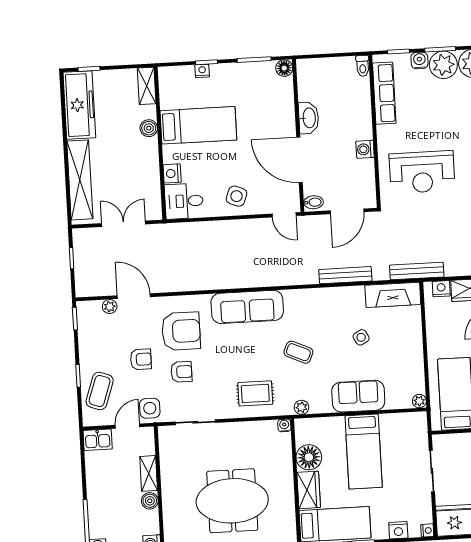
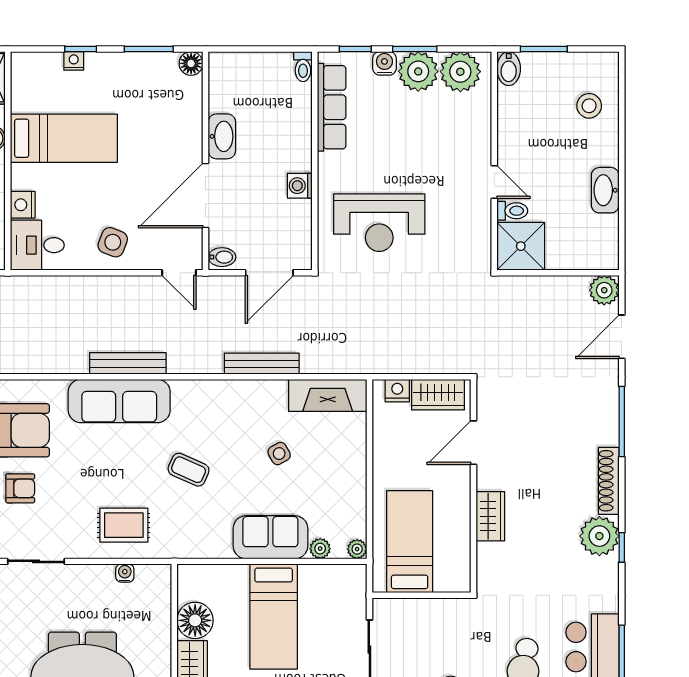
door: (300, 160) -> (206, 196), hinge flipped
bench: (417, 271) -> (128, 363), moved
plant: (301, 407) -> (320, 549), moved
water cooler: (284, 425) -> (125, 573), moved

